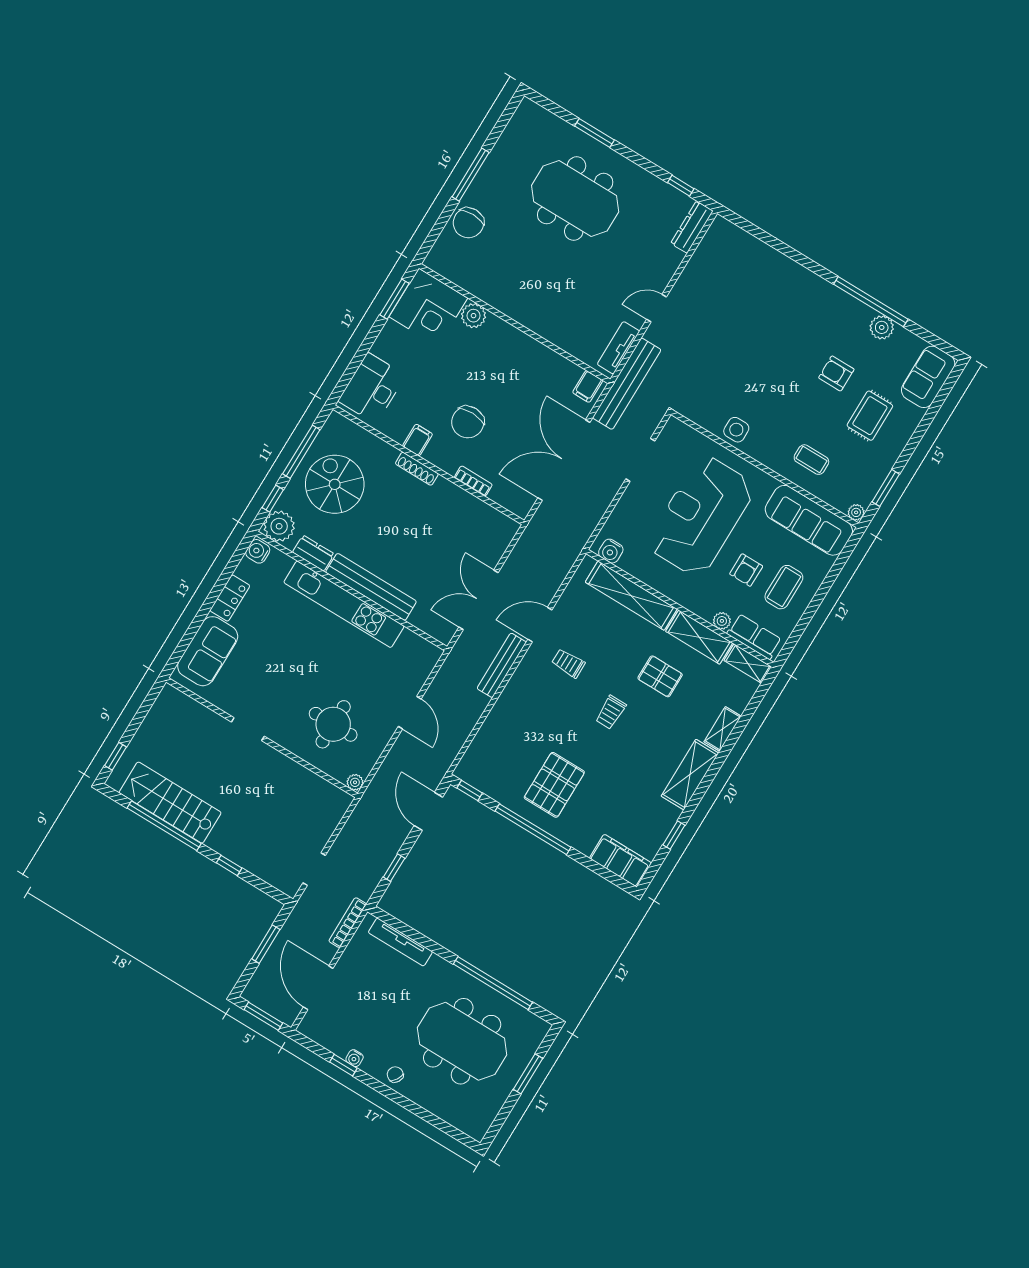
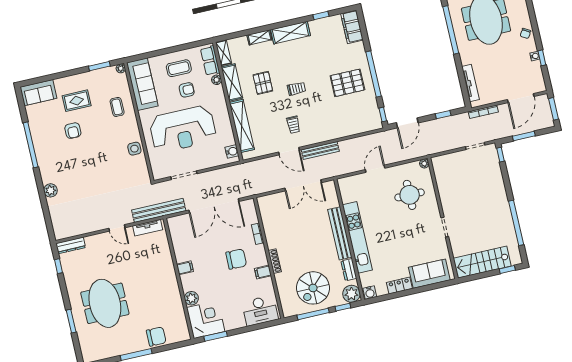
plant: (882, 327) -> (50, 190), moved
filing cabinet: (588, 387) -> (185, 268), moved
stairs: (170, 803) -> (482, 262), moved, turned 90
window: (229, 865) -> (500, 155), moved

